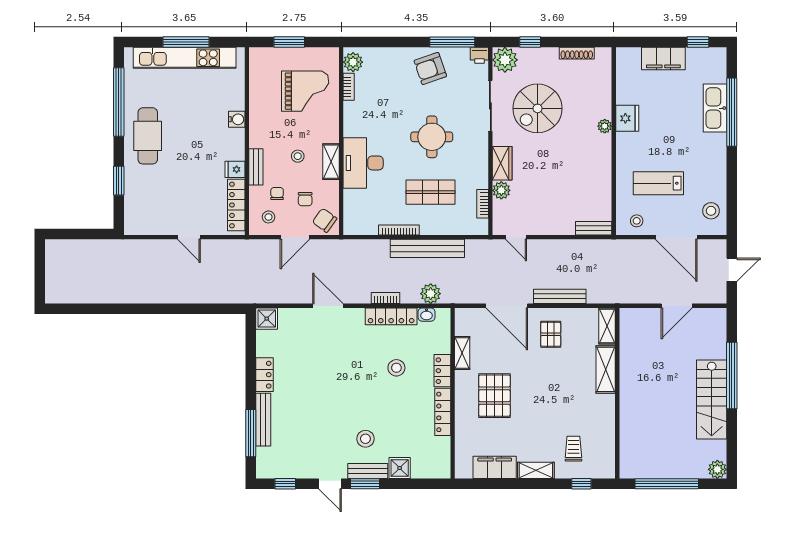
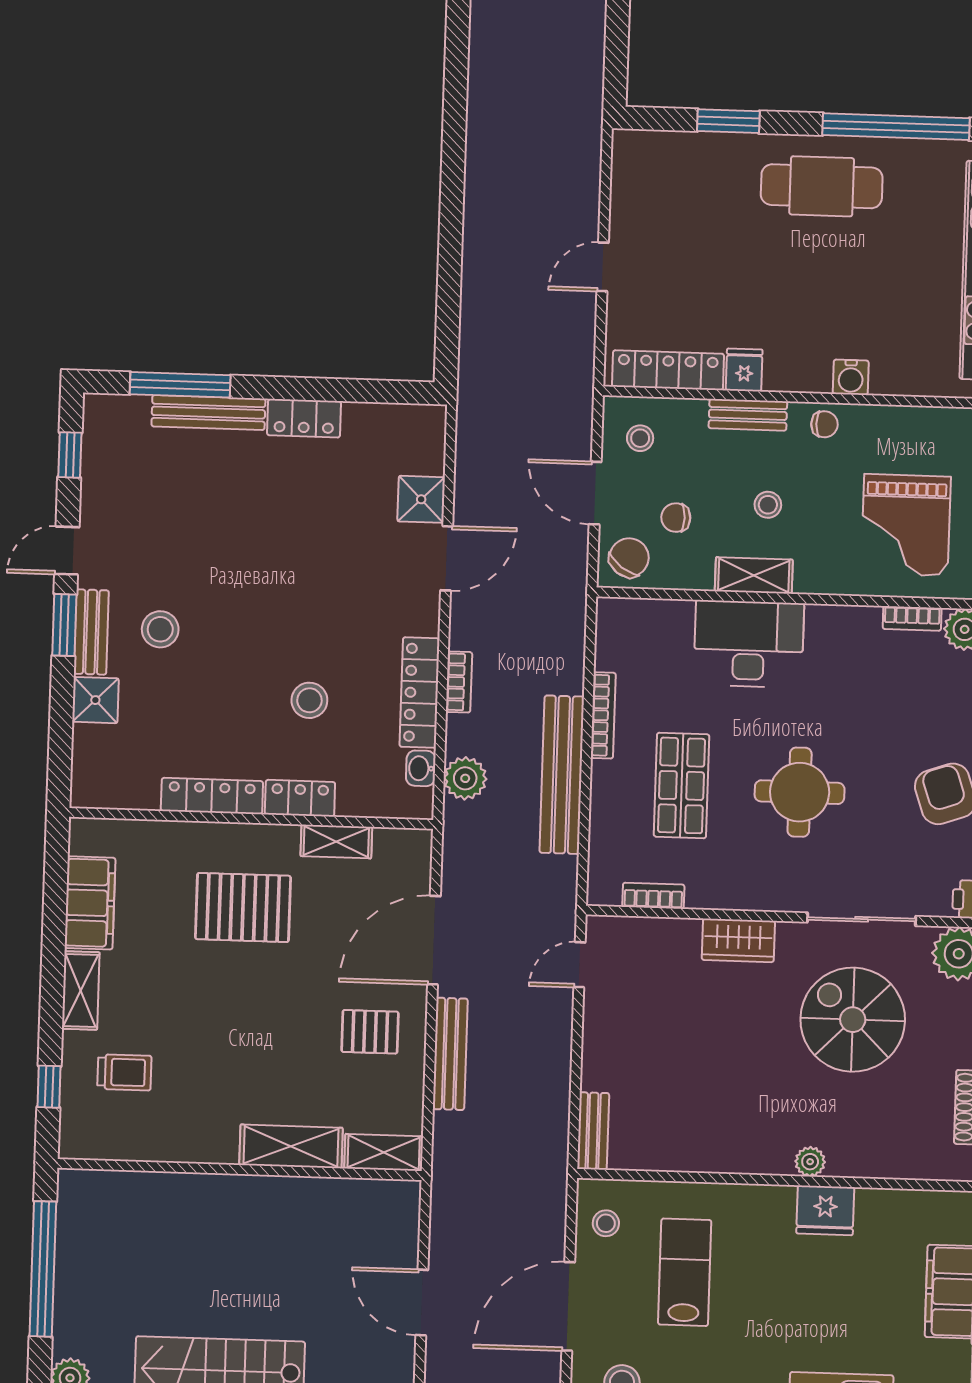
plant: (501, 190) -> (681, 937), removed
chair: (277, 194) -> (824, 424), moved
shower: (267, 319) -> (421, 499), moved

